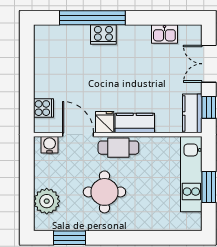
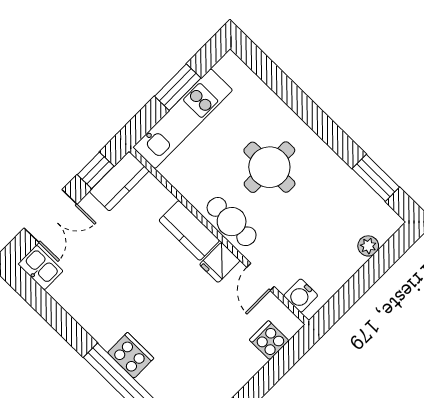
kitchen sink: (164, 34) -> (40, 267), moved
door: (78, 135) -> (260, 277), width x0.73
round table: (104, 192) -> (269, 167), moved
plant: (47, 201) -> (368, 246), width x0.53, depth x0.53

